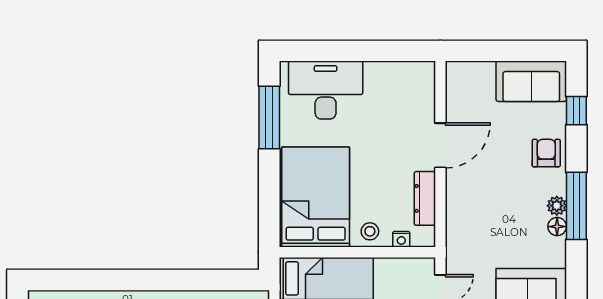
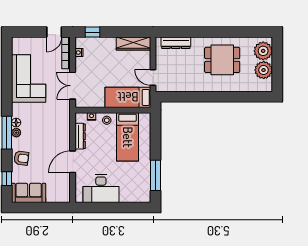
desk: (326, 90) -> (101, 189), moved
armchair: (546, 153) -> (21, 158), turned -82
bed: (316, 197) -> (128, 137), width x0.67

